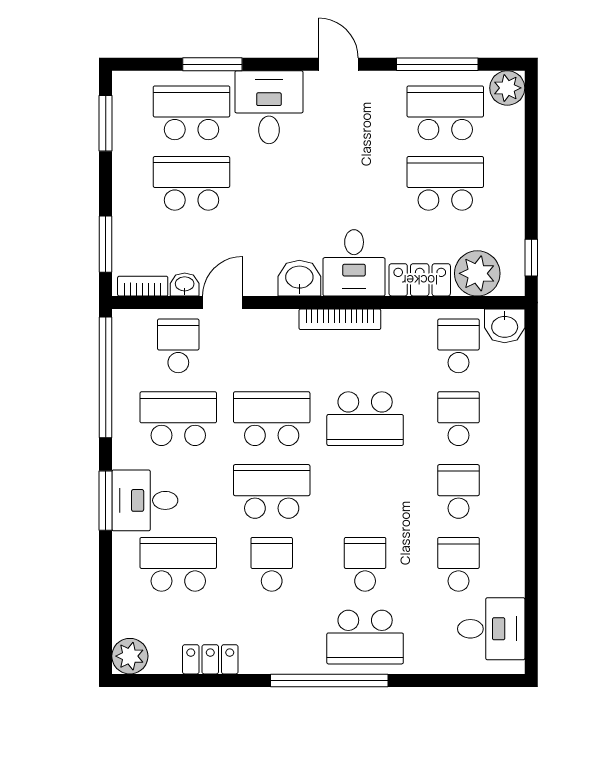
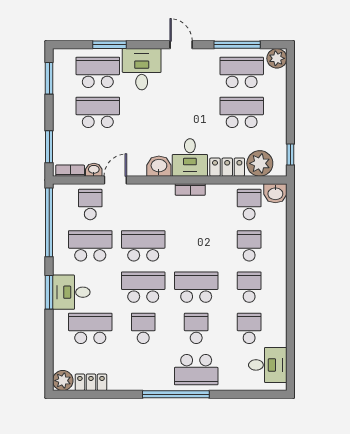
bookcase: (340, 319) -> (190, 189), width x0.64
school desk: (365, 419) -> (196, 287), moved, turned 180
locker: (210, 659) -> (91, 382), moved

